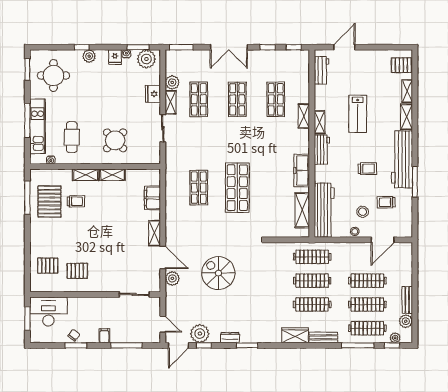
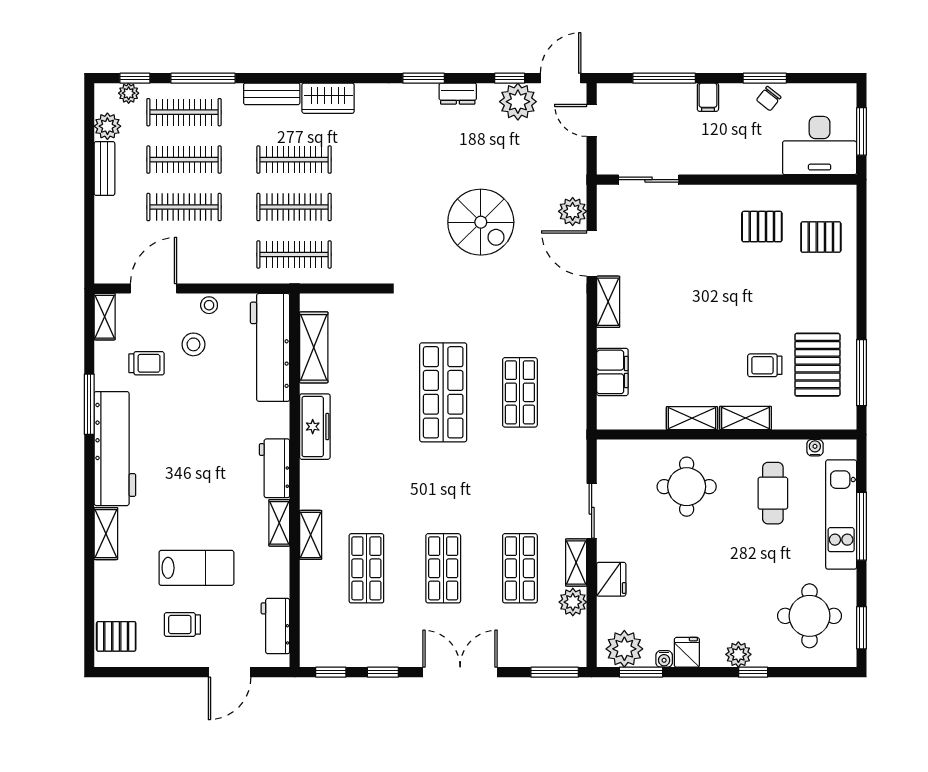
shelving: (407, 91) -> (105, 317), moved
lab bench: (358, 114) -> (196, 568), moved, turned 90
round table: (115, 140) -> (687, 487), turned 45
trolley: (367, 169) -> (182, 625), moved

